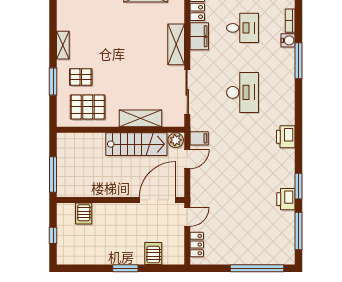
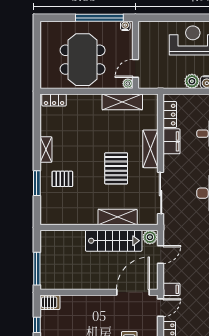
pallet: (88, 107) -> (116, 168), moved, turned 90
filing cabinet: (199, 138) -> (172, 289), moved
server rack: (84, 214) -> (50, 302), moved, turned -90

